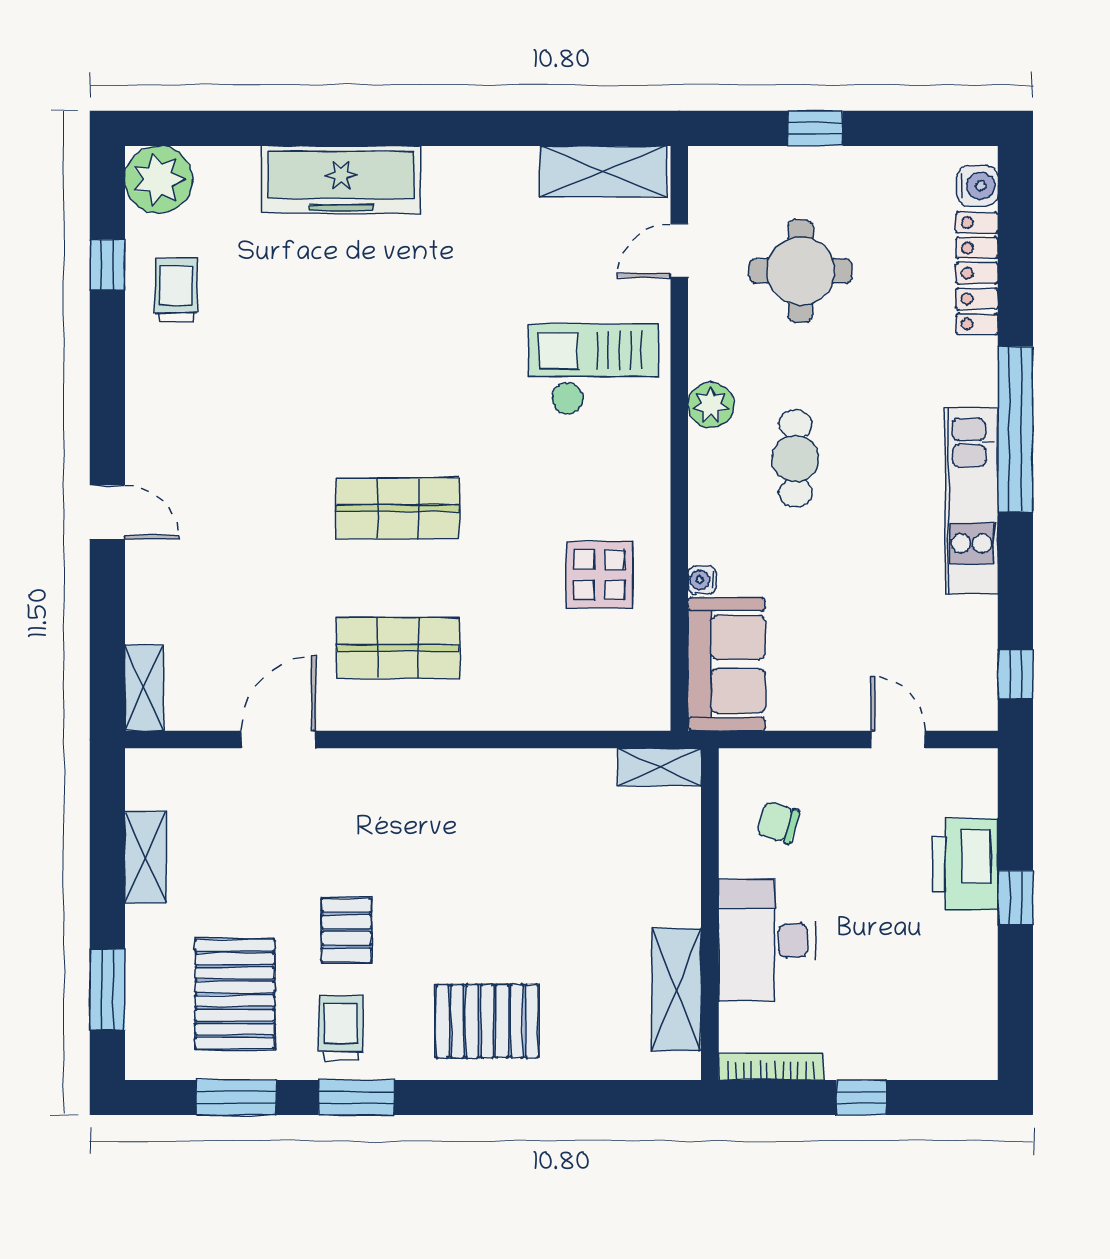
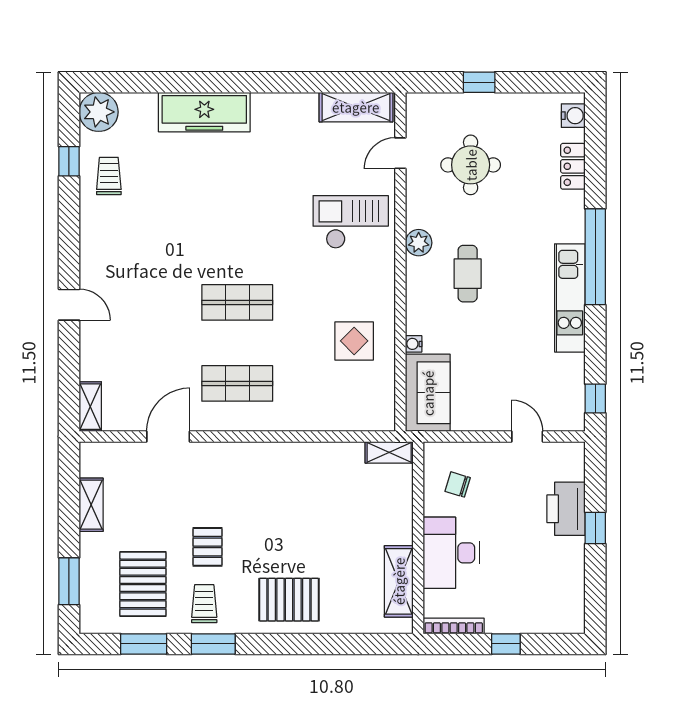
locker: (977, 273) -> (573, 166), width x0.66

